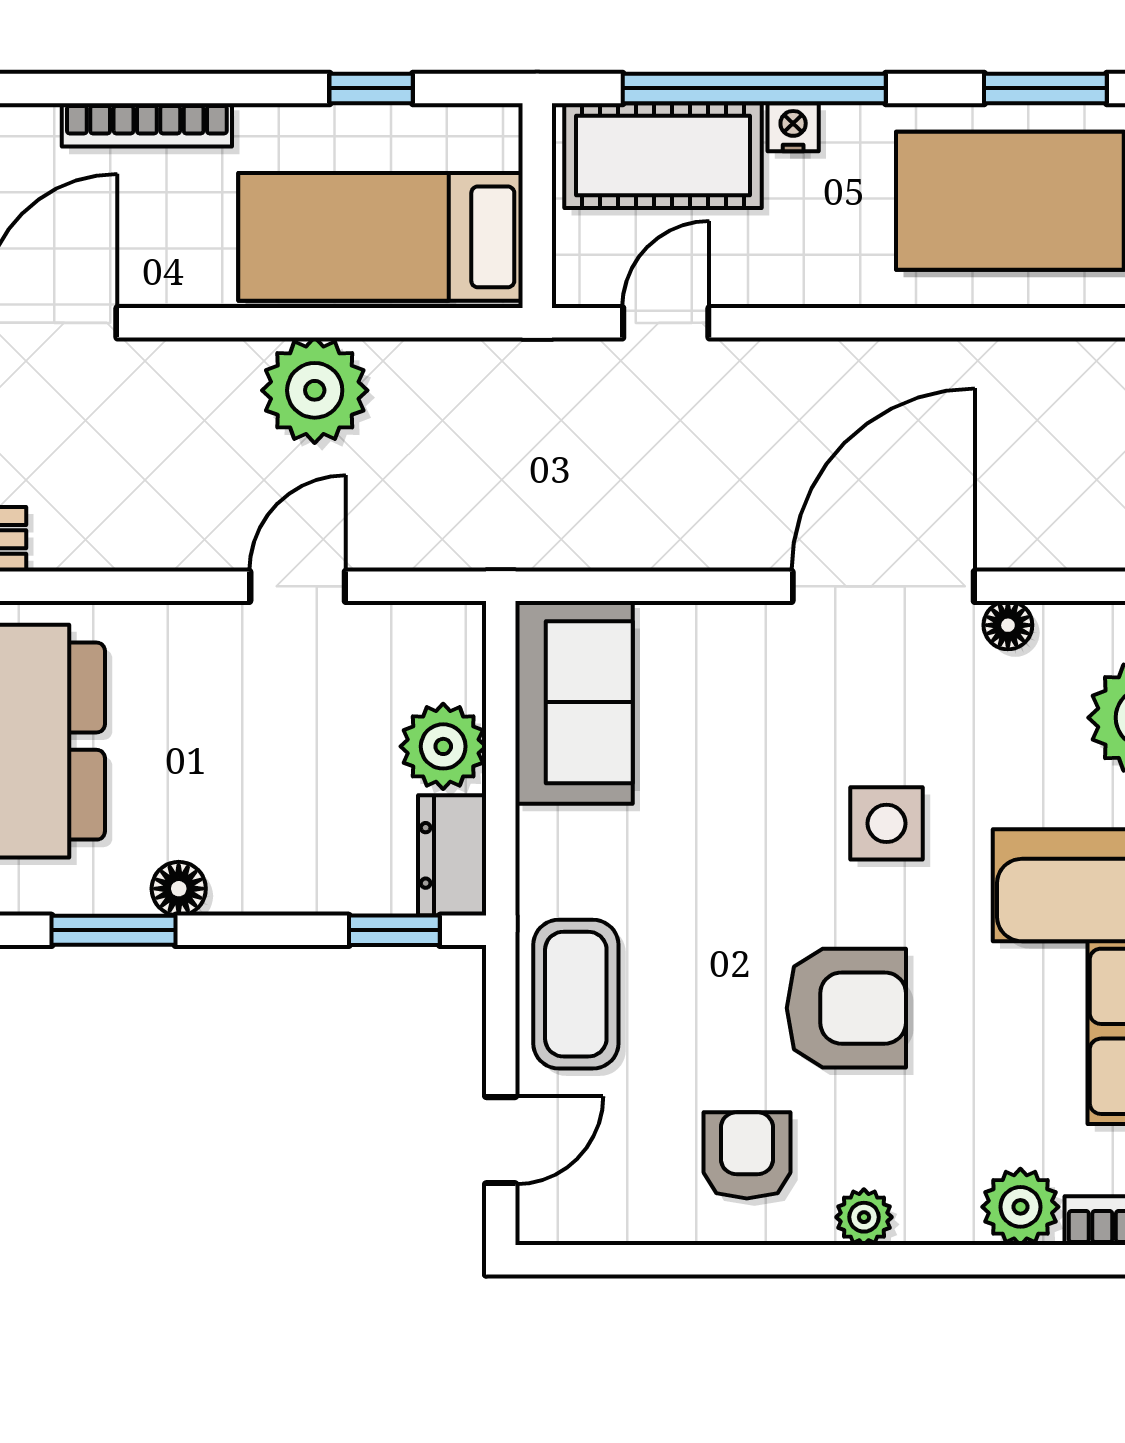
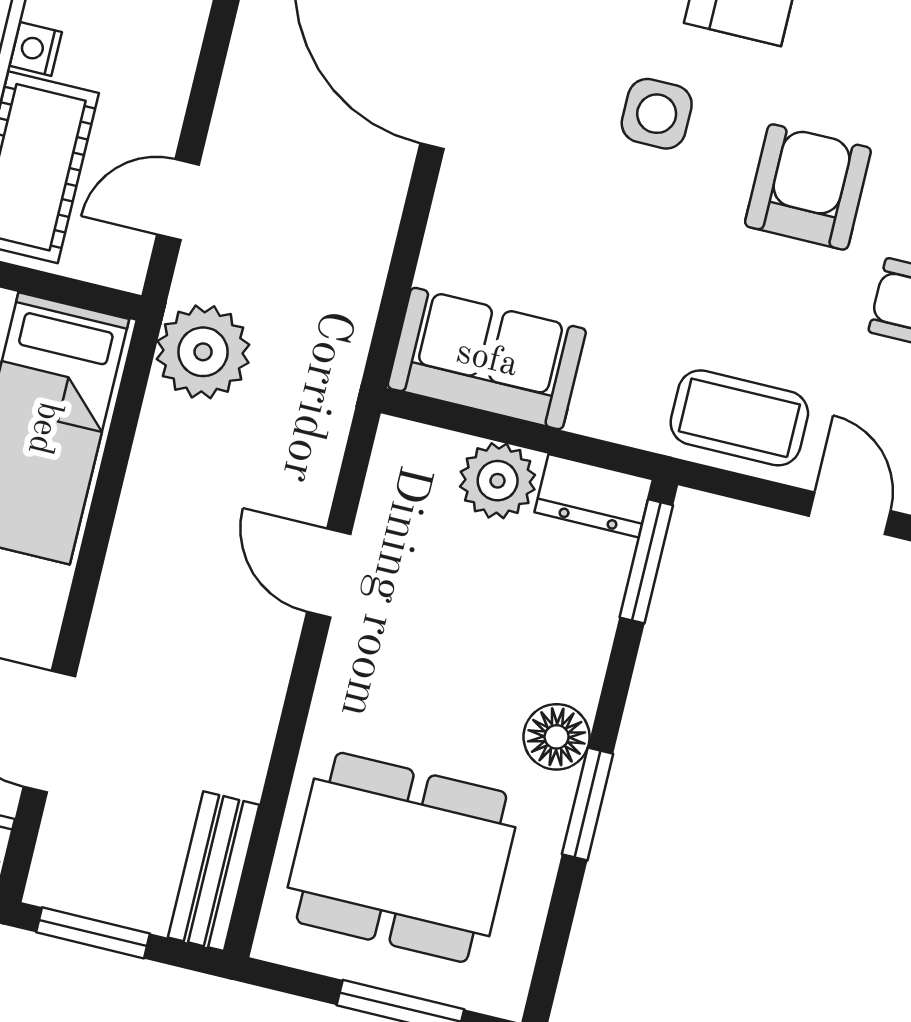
door: (666, 323) -> (178, 200), hinge flipped
plant: (315, 390) -> (203, 352), moved
floor lamp: (179, 889) -> (557, 737), width x1.37, depth x1.37
window: (394, 930) -> (646, 561), width x1.50

